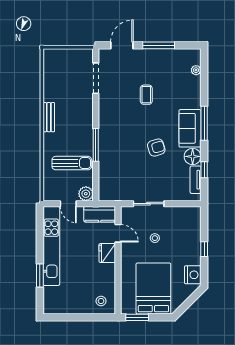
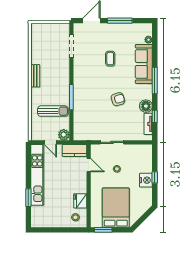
sofa: (190, 128) -> (144, 64), moved, width x1.36
fridge: (107, 253) -> (80, 201), moved
nightstand: (193, 275) -> (146, 180), moved

